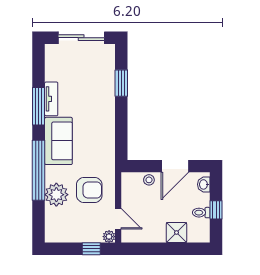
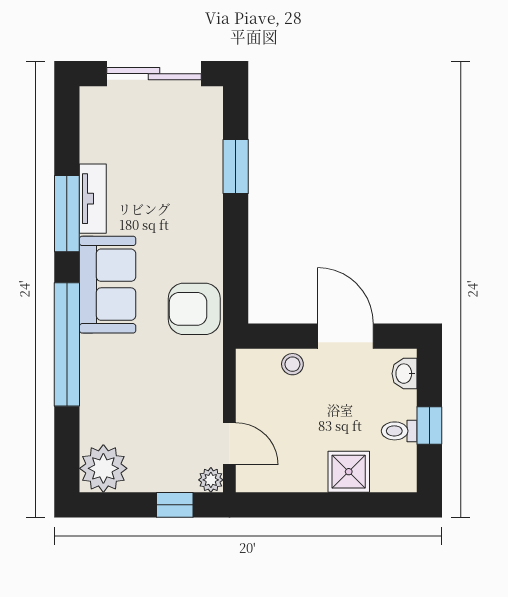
door: (175, 166) -> (345, 336), swing flipped
armchair: (89, 190) -> (194, 309), moved, turned 180
plant: (56, 195) -> (103, 468), moved

